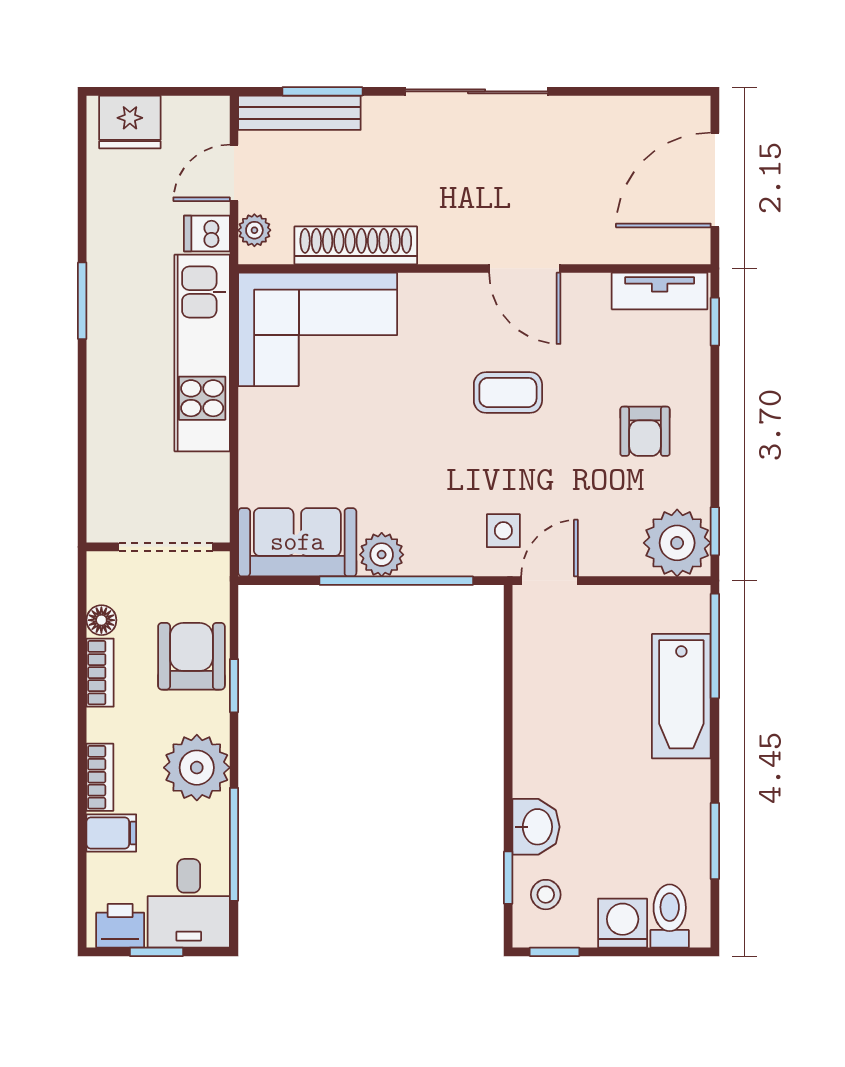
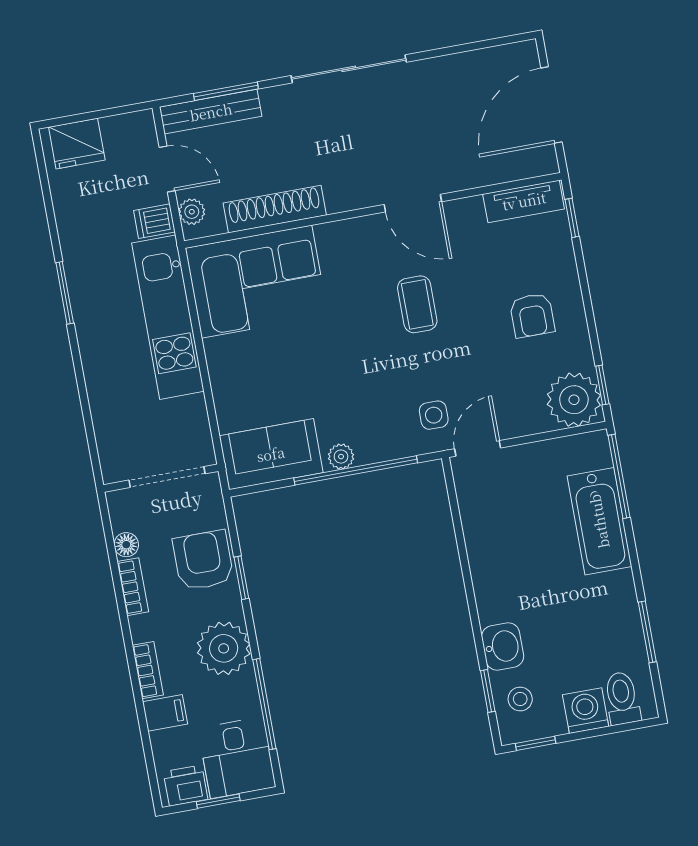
door: (234, 173) -> (167, 169), swing flipped
coffee table: (508, 392) -> (417, 304), turned 90
plant: (382, 555) -> (341, 457), width x0.73, depth x0.73

